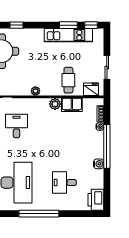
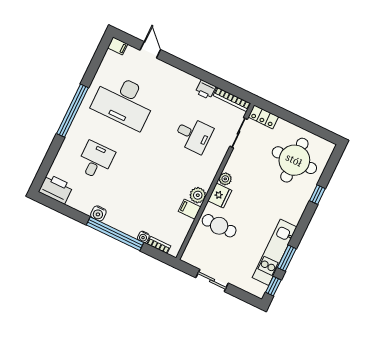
fridge: (91, 89) -> (220, 196), moved
filing cabinet: (72, 105) -> (190, 209), width x0.50

